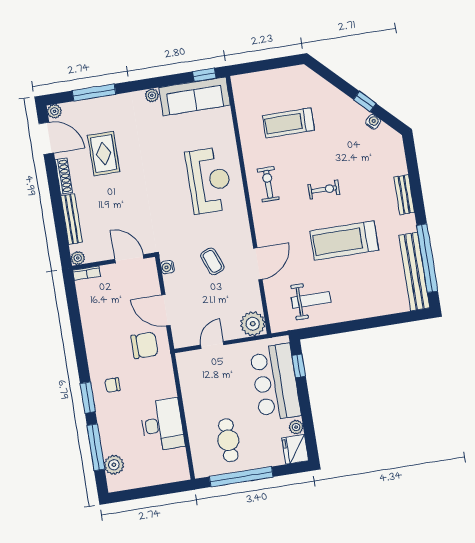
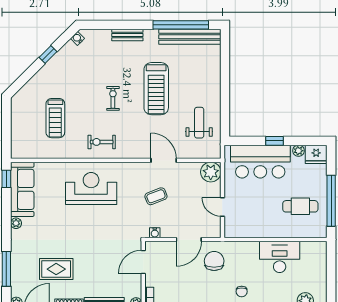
water cooler: (373, 122) -> (77, 38), moved
window: (299, 366) -> (275, 141), moved

